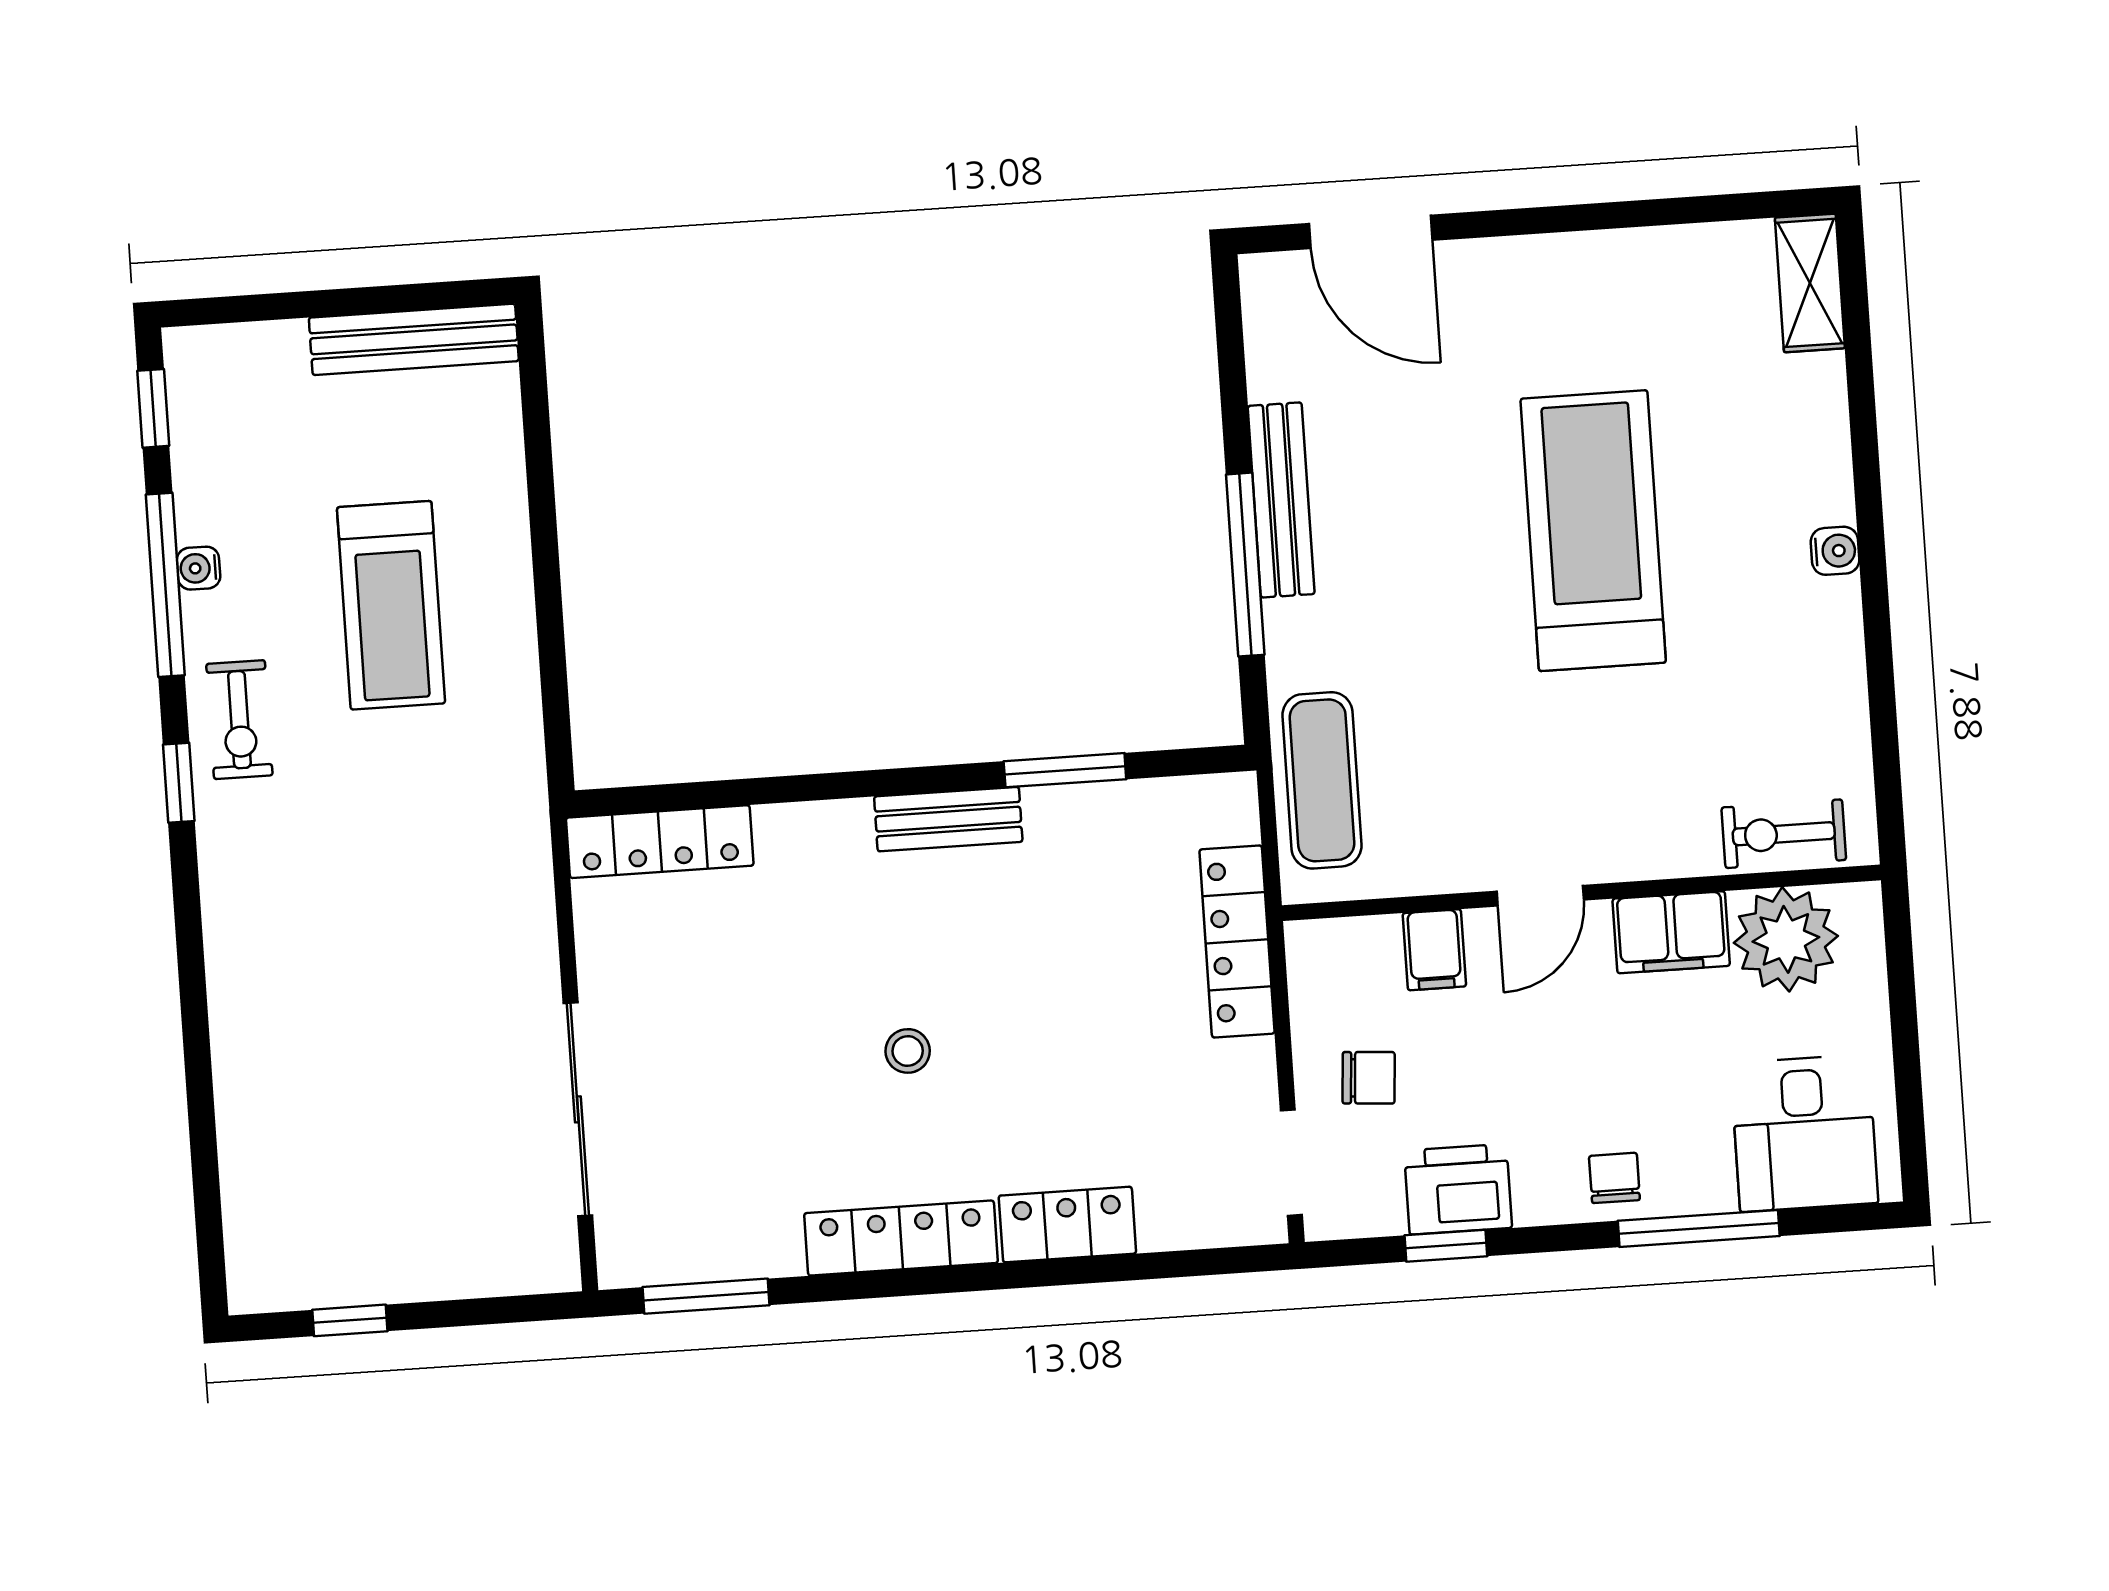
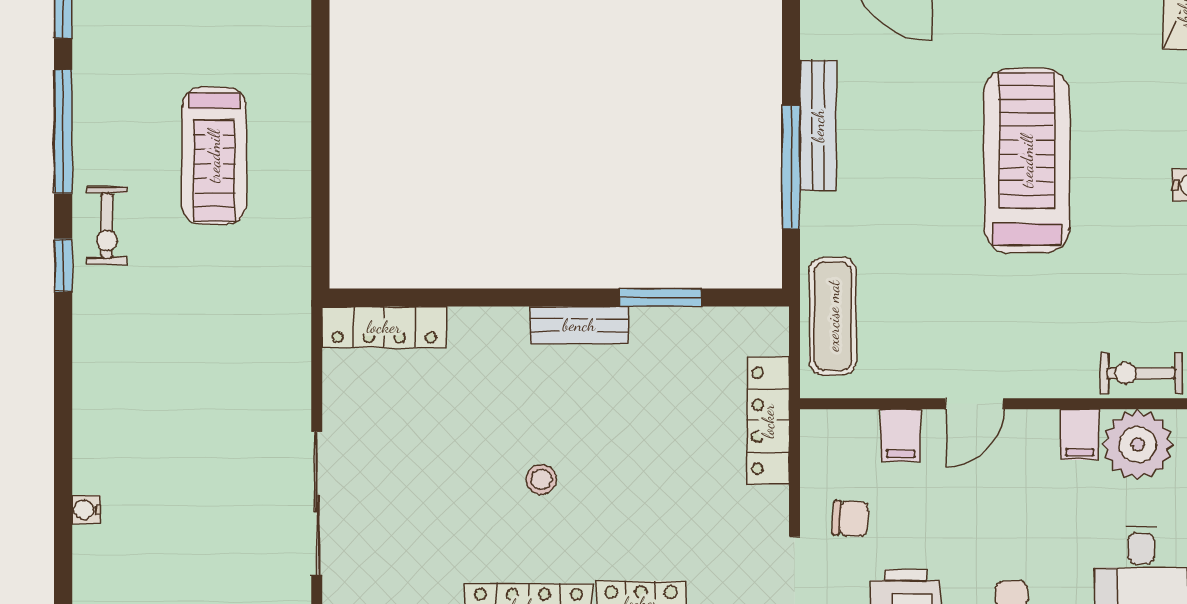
water cooler: (199, 568) -> (86, 510), moved
filing cabinet: (1671, 932) -> (1080, 434), width x0.50

